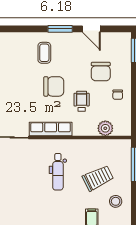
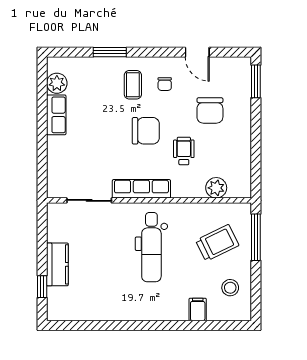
window: (60, 29) -> (110, 52), moved
chair: (118, 95) -> (165, 84), moved
dental chair: (58, 172) -> (151, 247), width x1.36, depth x1.38
trolley: (98, 178) -> (217, 243), moved

